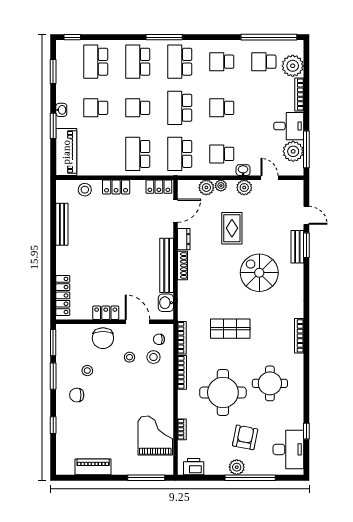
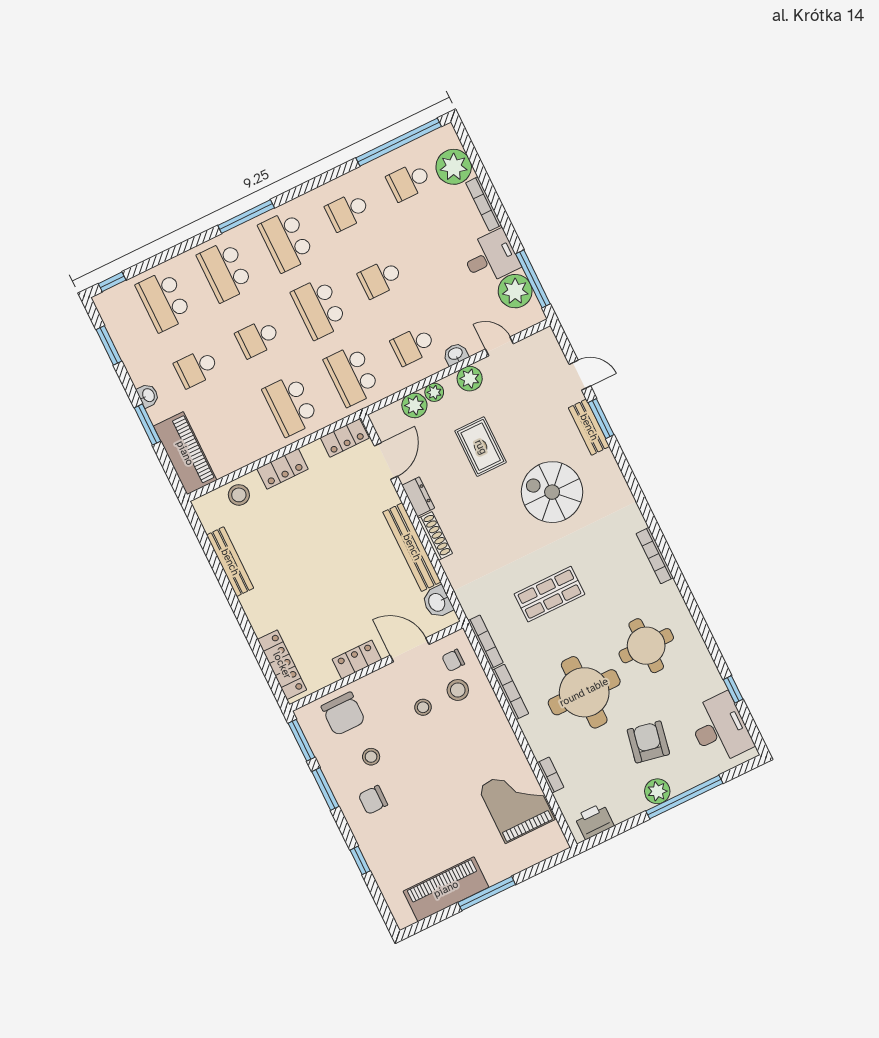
chair: (103, 338) -> (343, 714), moved
piano: (93, 467) -> (446, 889), width x1.37, depth x1.33
window: (146, 478) -> (487, 893), moved

